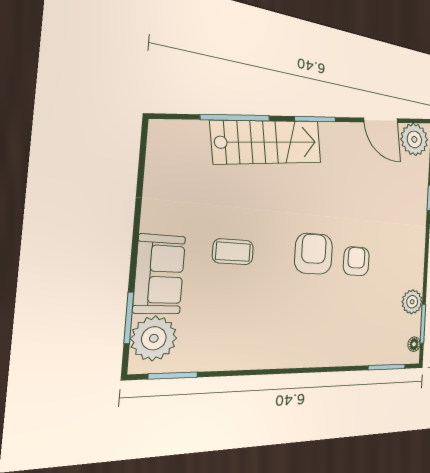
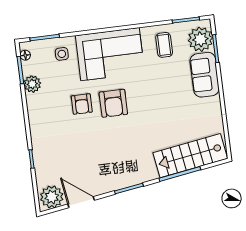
stairs: (268, 142) -> (190, 156), moved
coffee table: (233, 252) -> (164, 45), moved, turned 90
corner sofa: (305, 331) -> (110, 54), added
side table: (369, 340) -> (62, 54), added

